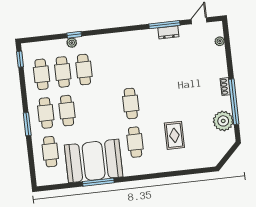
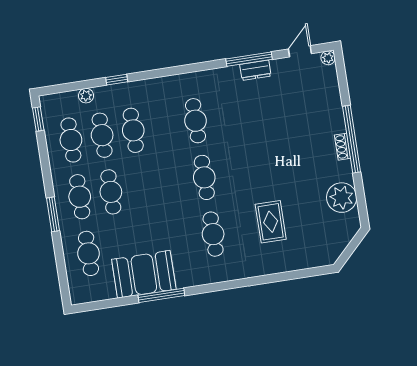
plant: (220, 41) -> (328, 58), moved
plant: (72, 43) -> (86, 96), moved
cafe table: (126, 65) -> (196, 121), added
window: (234, 102) -> (352, 139), moved
booth: (94, 161) -> (144, 274), width x0.73, depth x0.70

